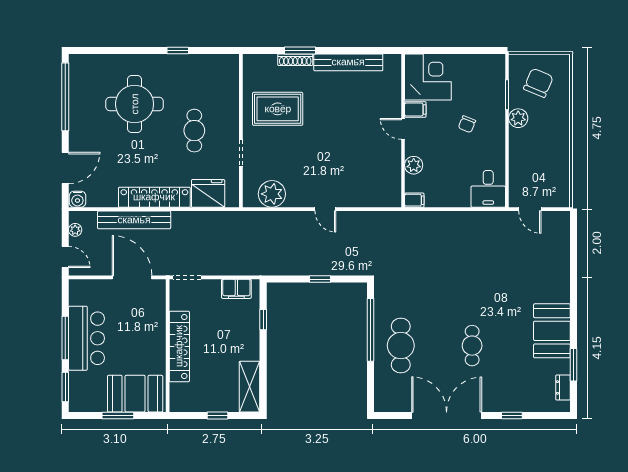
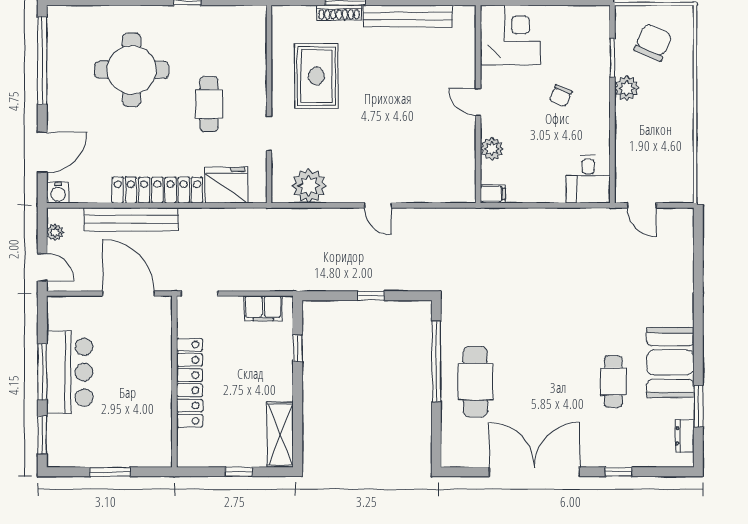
rug: (278, 109) -> (316, 76), turned 90
filing cabinet: (415, 110) -> (494, 77), removed
cafe table: (472, 346) -> (613, 382), moved
booth: (135, 394) -> (132, 444), removed

